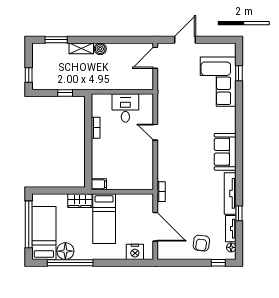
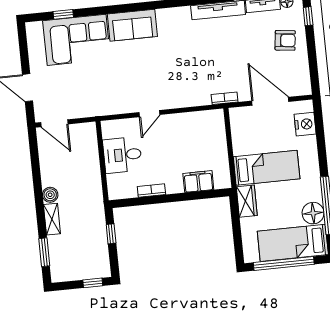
sofa: (225, 152) -> (132, 25), moved
filing cabinet: (99, 184) -> (198, 181), moved, width x2.00
door: (155, 227) -> (270, 101), hinge flipped

